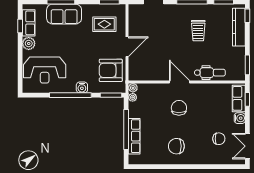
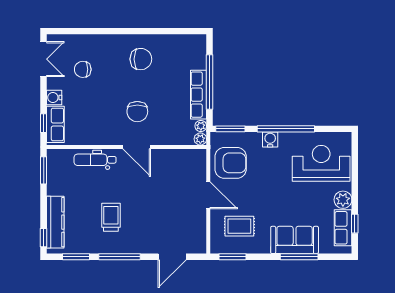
door: (127, 47) -> (208, 195), swing flipped
row of seats: (134, 136) -> (199, 95), moved

